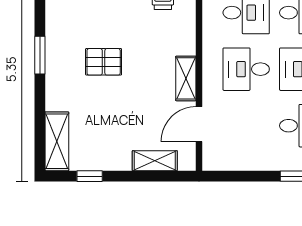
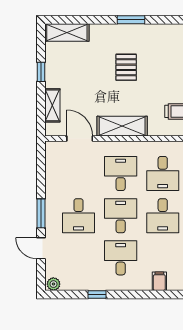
shelving: (186, 78) -> (122, 126), width x1.50, depth x1.33
window: (90, 176) -> (41, 72), moved

